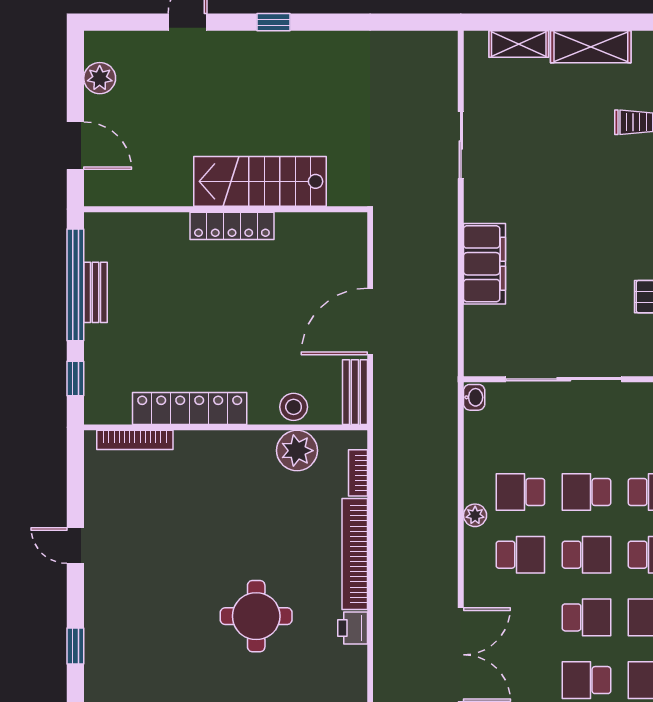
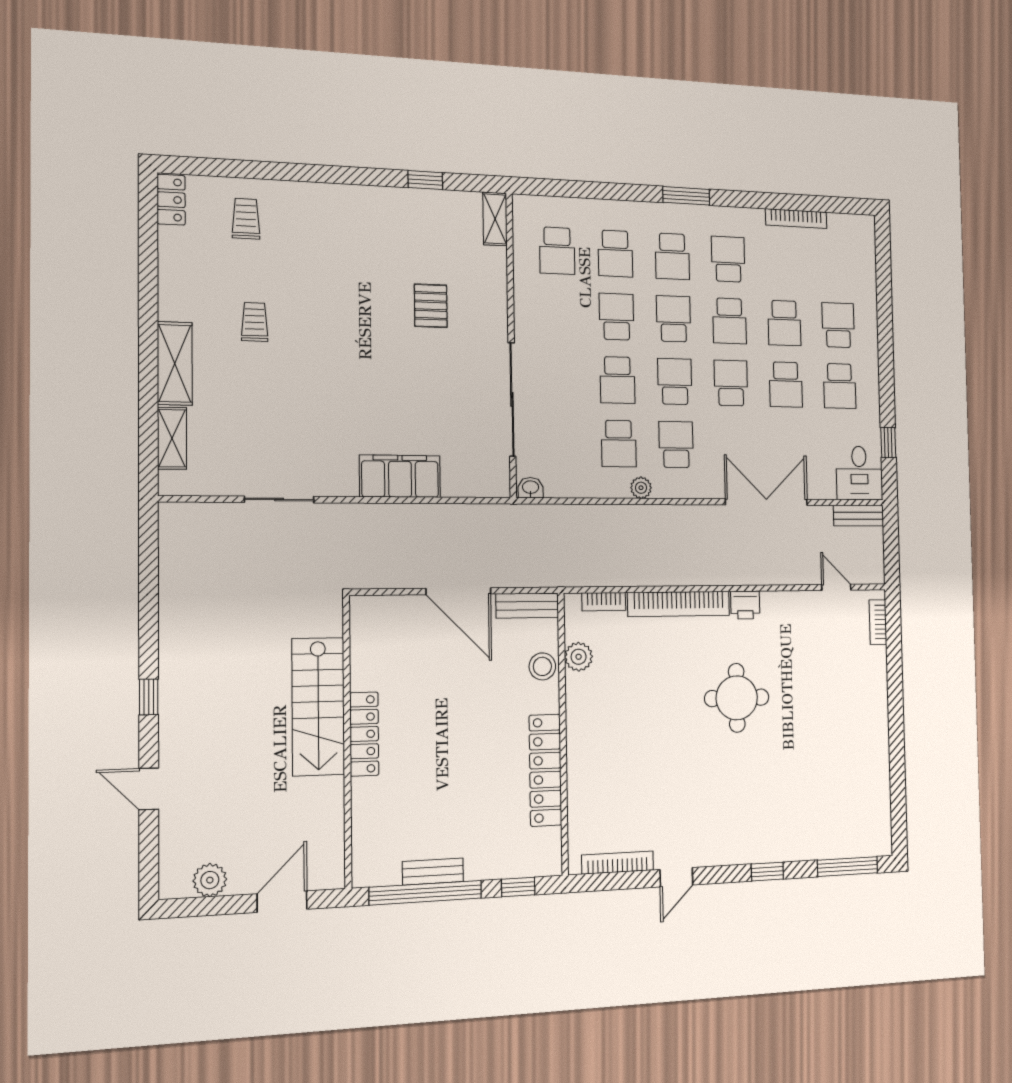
bookcase: (135, 440) -> (618, 863), moved, turned -90
plant: (297, 451) -> (579, 657), width x0.73, depth x0.73

